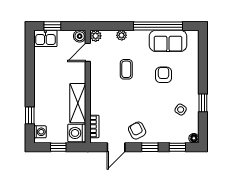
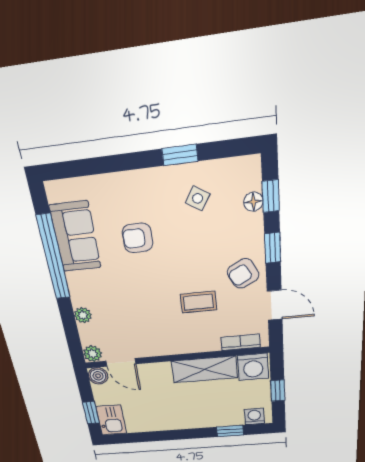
coffee table: (126, 69) -> (198, 302), moved
floor lamp: (194, 138) -> (253, 202), moved

